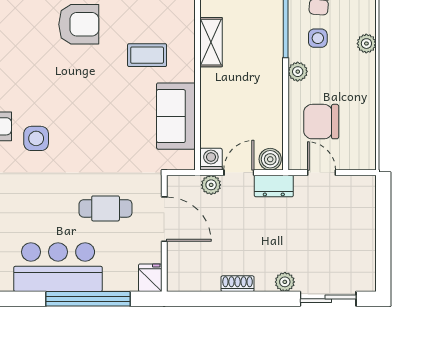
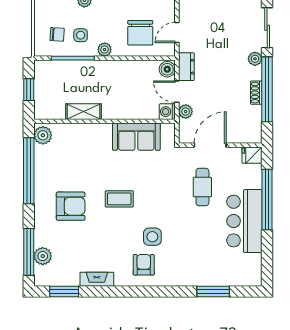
armchair: (79, 24) -> (71, 206), turned 90
coffee table: (147, 55) -> (119, 199), moved, turned 90
window: (242, 299) -> (267, 89), added

